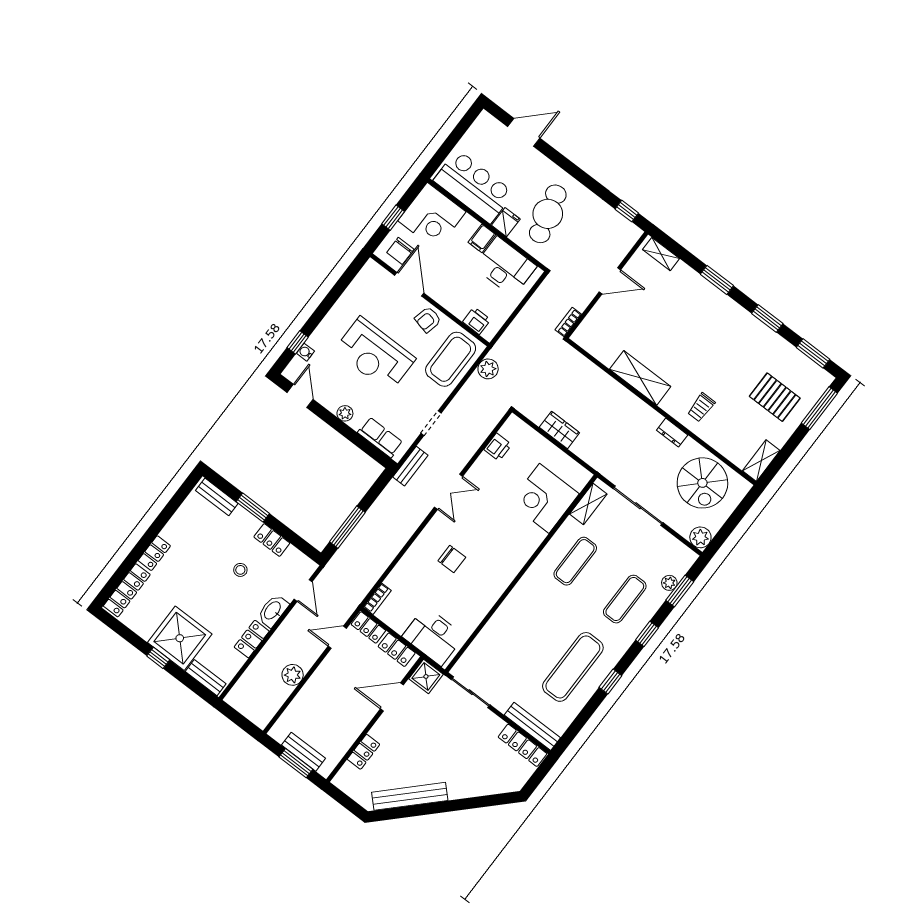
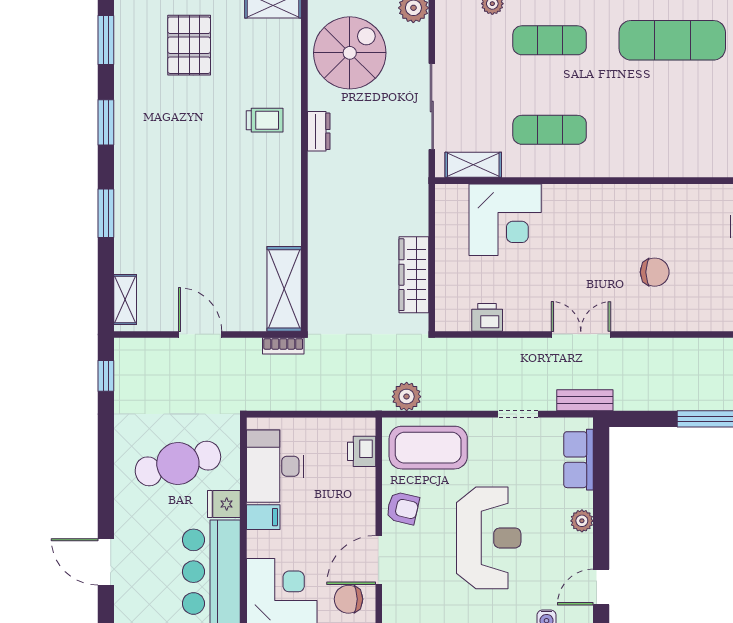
chair: (400, 251) -> (348, 599), turned 180
shelving: (640, 378) -> (284, 289), moved
wardrobe: (559, 430) -> (414, 275), width x1.50
chair: (452, 559) -> (655, 272), turned 90

